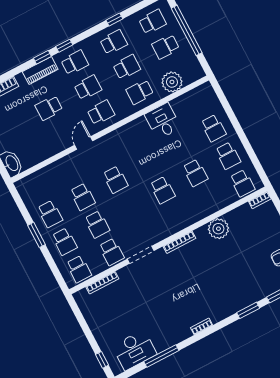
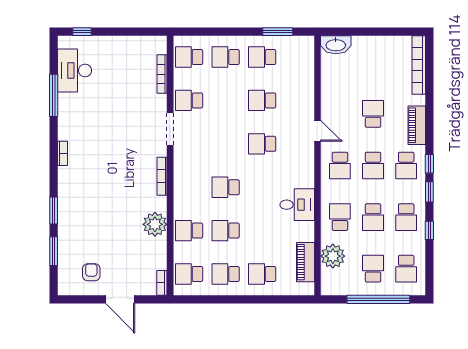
window: (42, 57) -> (429, 192), moved
piano: (187, 100) -> (306, 262), added
desk: (163, 121) -> (297, 205), moved
school desk: (97, 224) -> (189, 231), moved
window: (36, 235) -> (278, 32), moved

